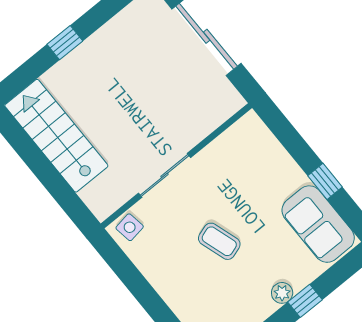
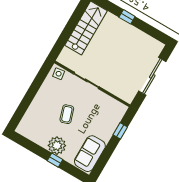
window: (325, 181) -> (120, 131), moved
plant: (282, 293) -> (57, 146), width x1.87, depth x1.87

